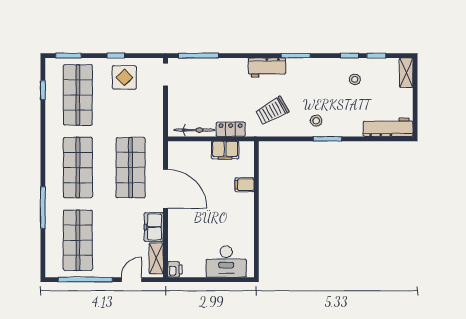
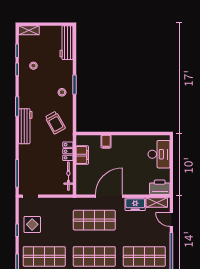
workbench: (267, 67) -> (25, 126), width x1.38
printer: (175, 269) -> (160, 187), width x1.87, depth x1.48

